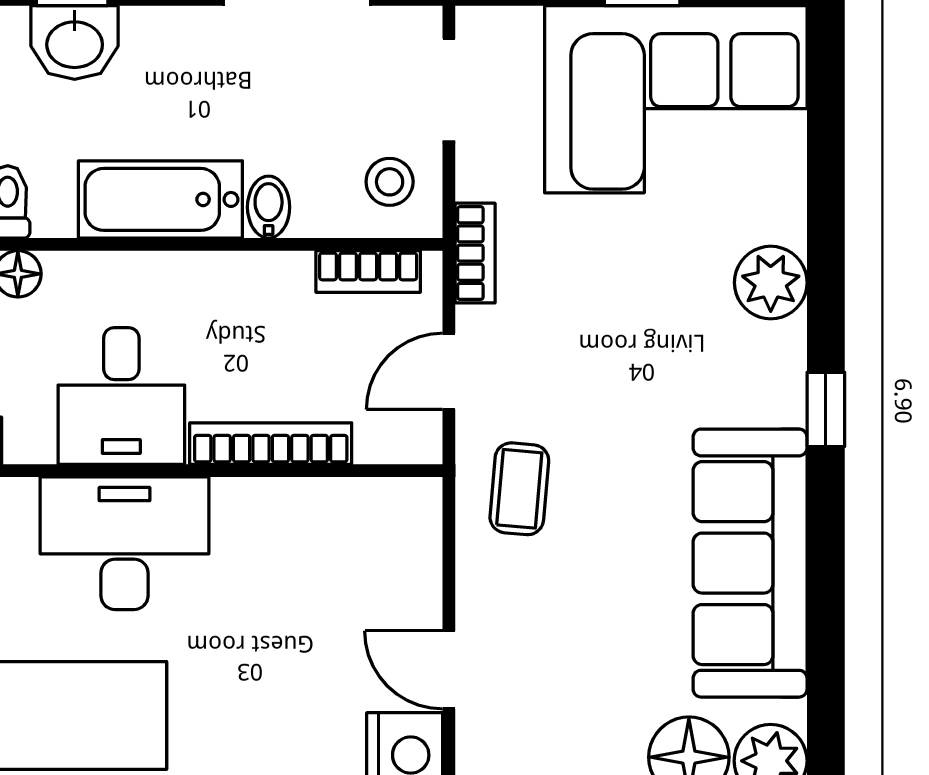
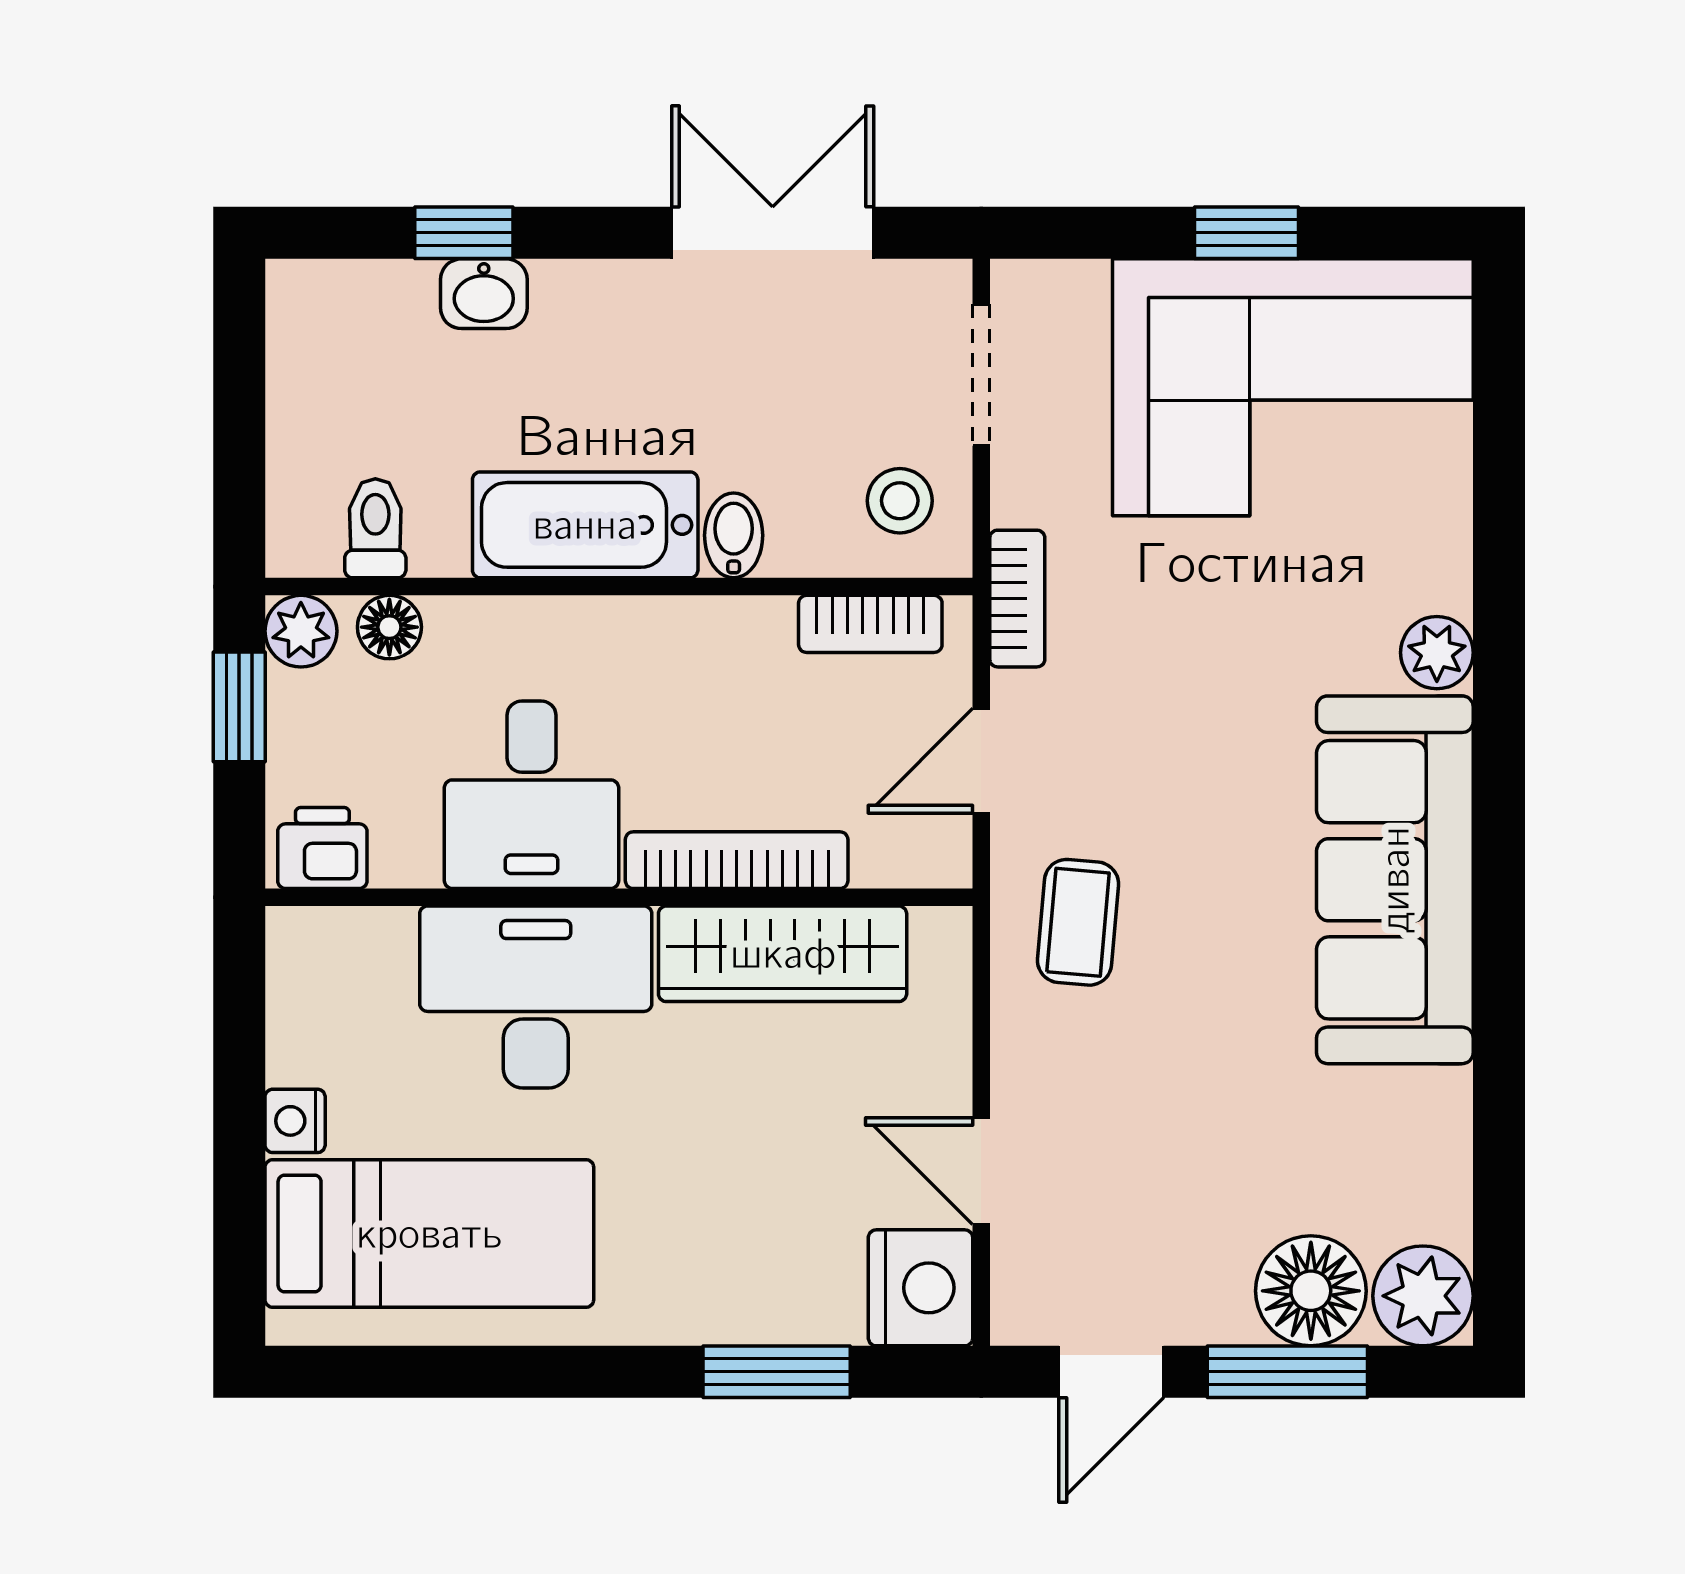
washbasin: (75, 42) -> (484, 294), width x0.72, depth x0.69
plant: (771, 283) -> (1437, 653), width x0.73, depth x0.73
window: (826, 409) -> (1499, 813), removed
wardrobe: (304, 512) -> (783, 954), added
sofa: (750, 563) -> (1395, 880), moved

